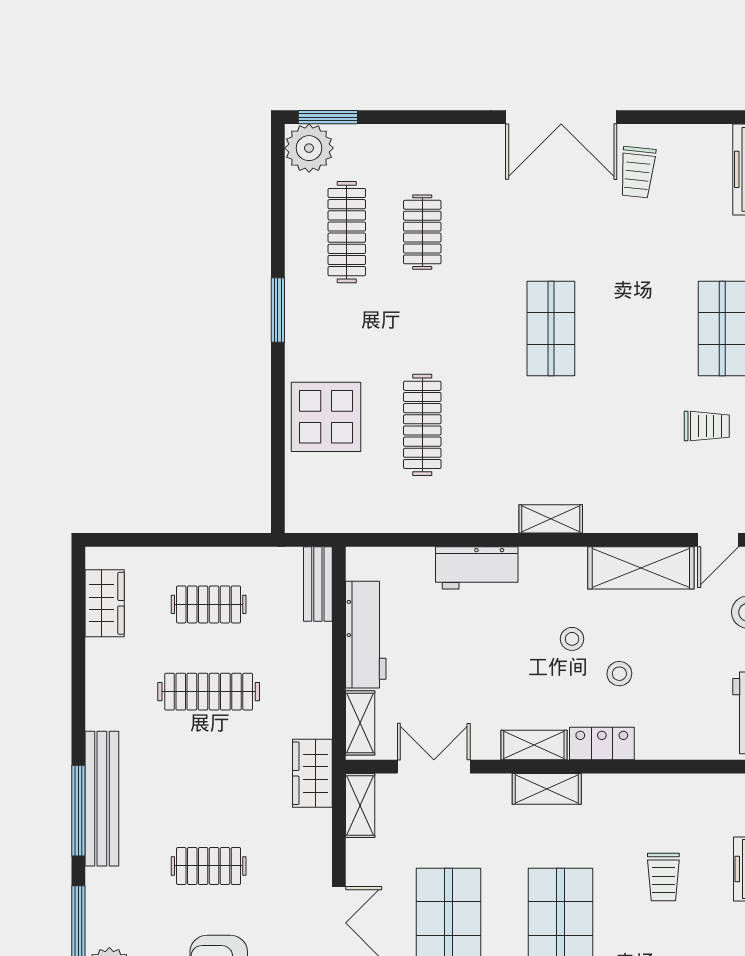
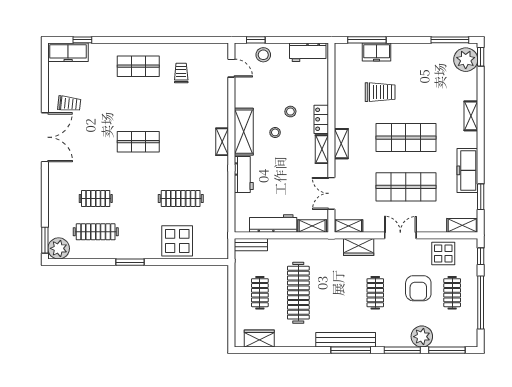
shelving: (641, 568) -> (244, 132), moved
clothes rail: (209, 692) -> (298, 293), width x1.37, depth x1.31
wardrobe: (312, 773) -> (359, 247), moved
trolley: (663, 877) -> (380, 92), width x1.36, depth x1.39

